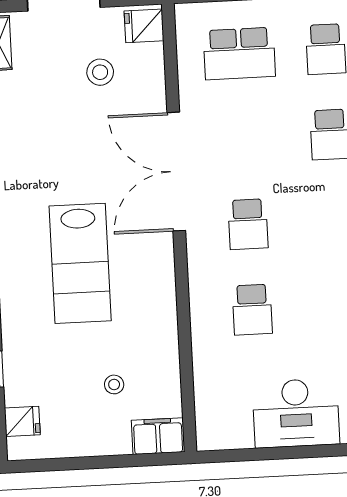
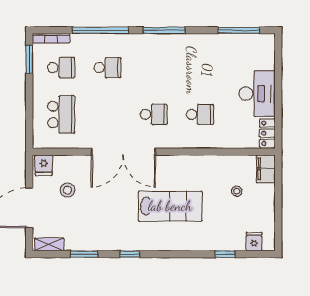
locker: (224, 436) -> (267, 133), added

